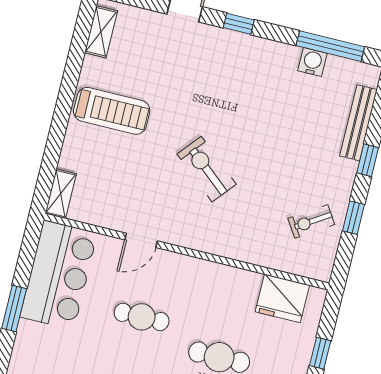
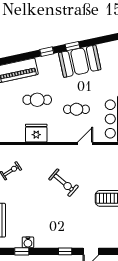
window: (330, 46) -> (22, 251), width x0.46
fridge: (282, 298) -> (36, 133), moved

